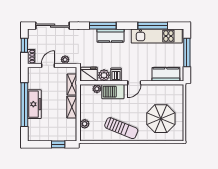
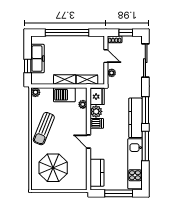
window: (153, 26) -> (145, 146), moved
kitchen counter: (110, 36) -> (135, 118), width x1.50
barbecue: (113, 92) -> (64, 95), moved, turned -90
freezer: (34, 104) -> (38, 59), moved, turned -90
plant: (85, 124) -> (35, 92), moved

